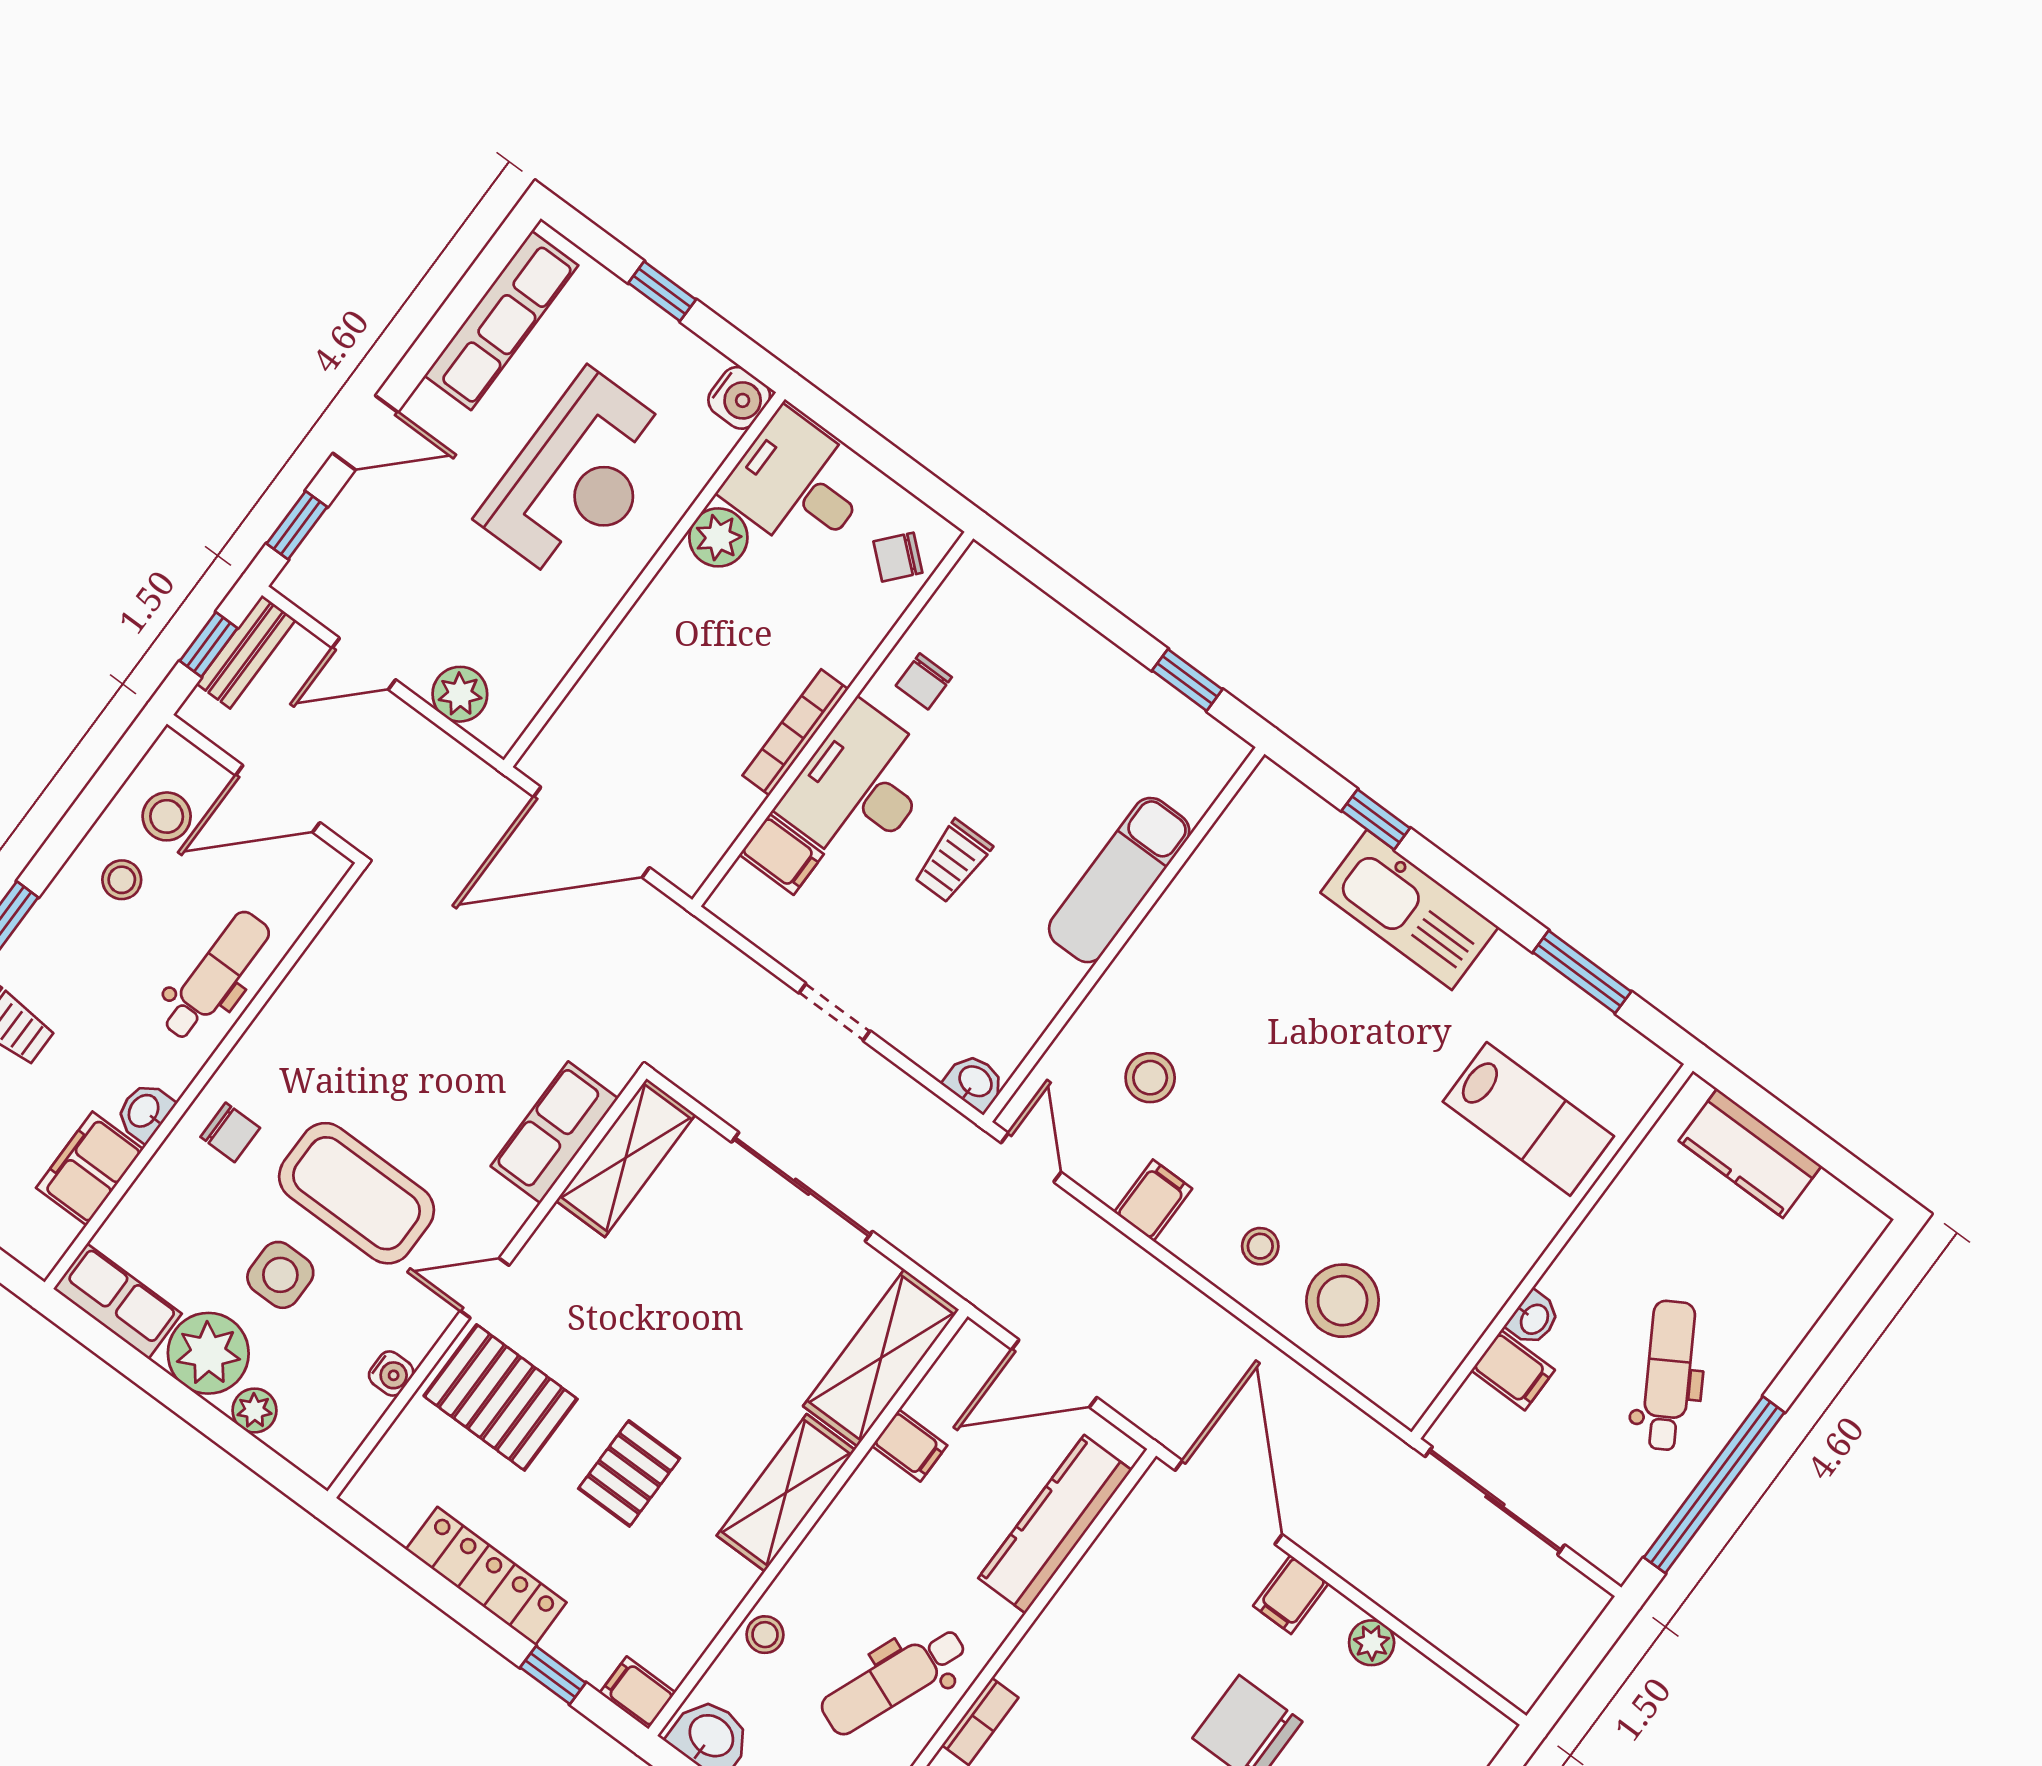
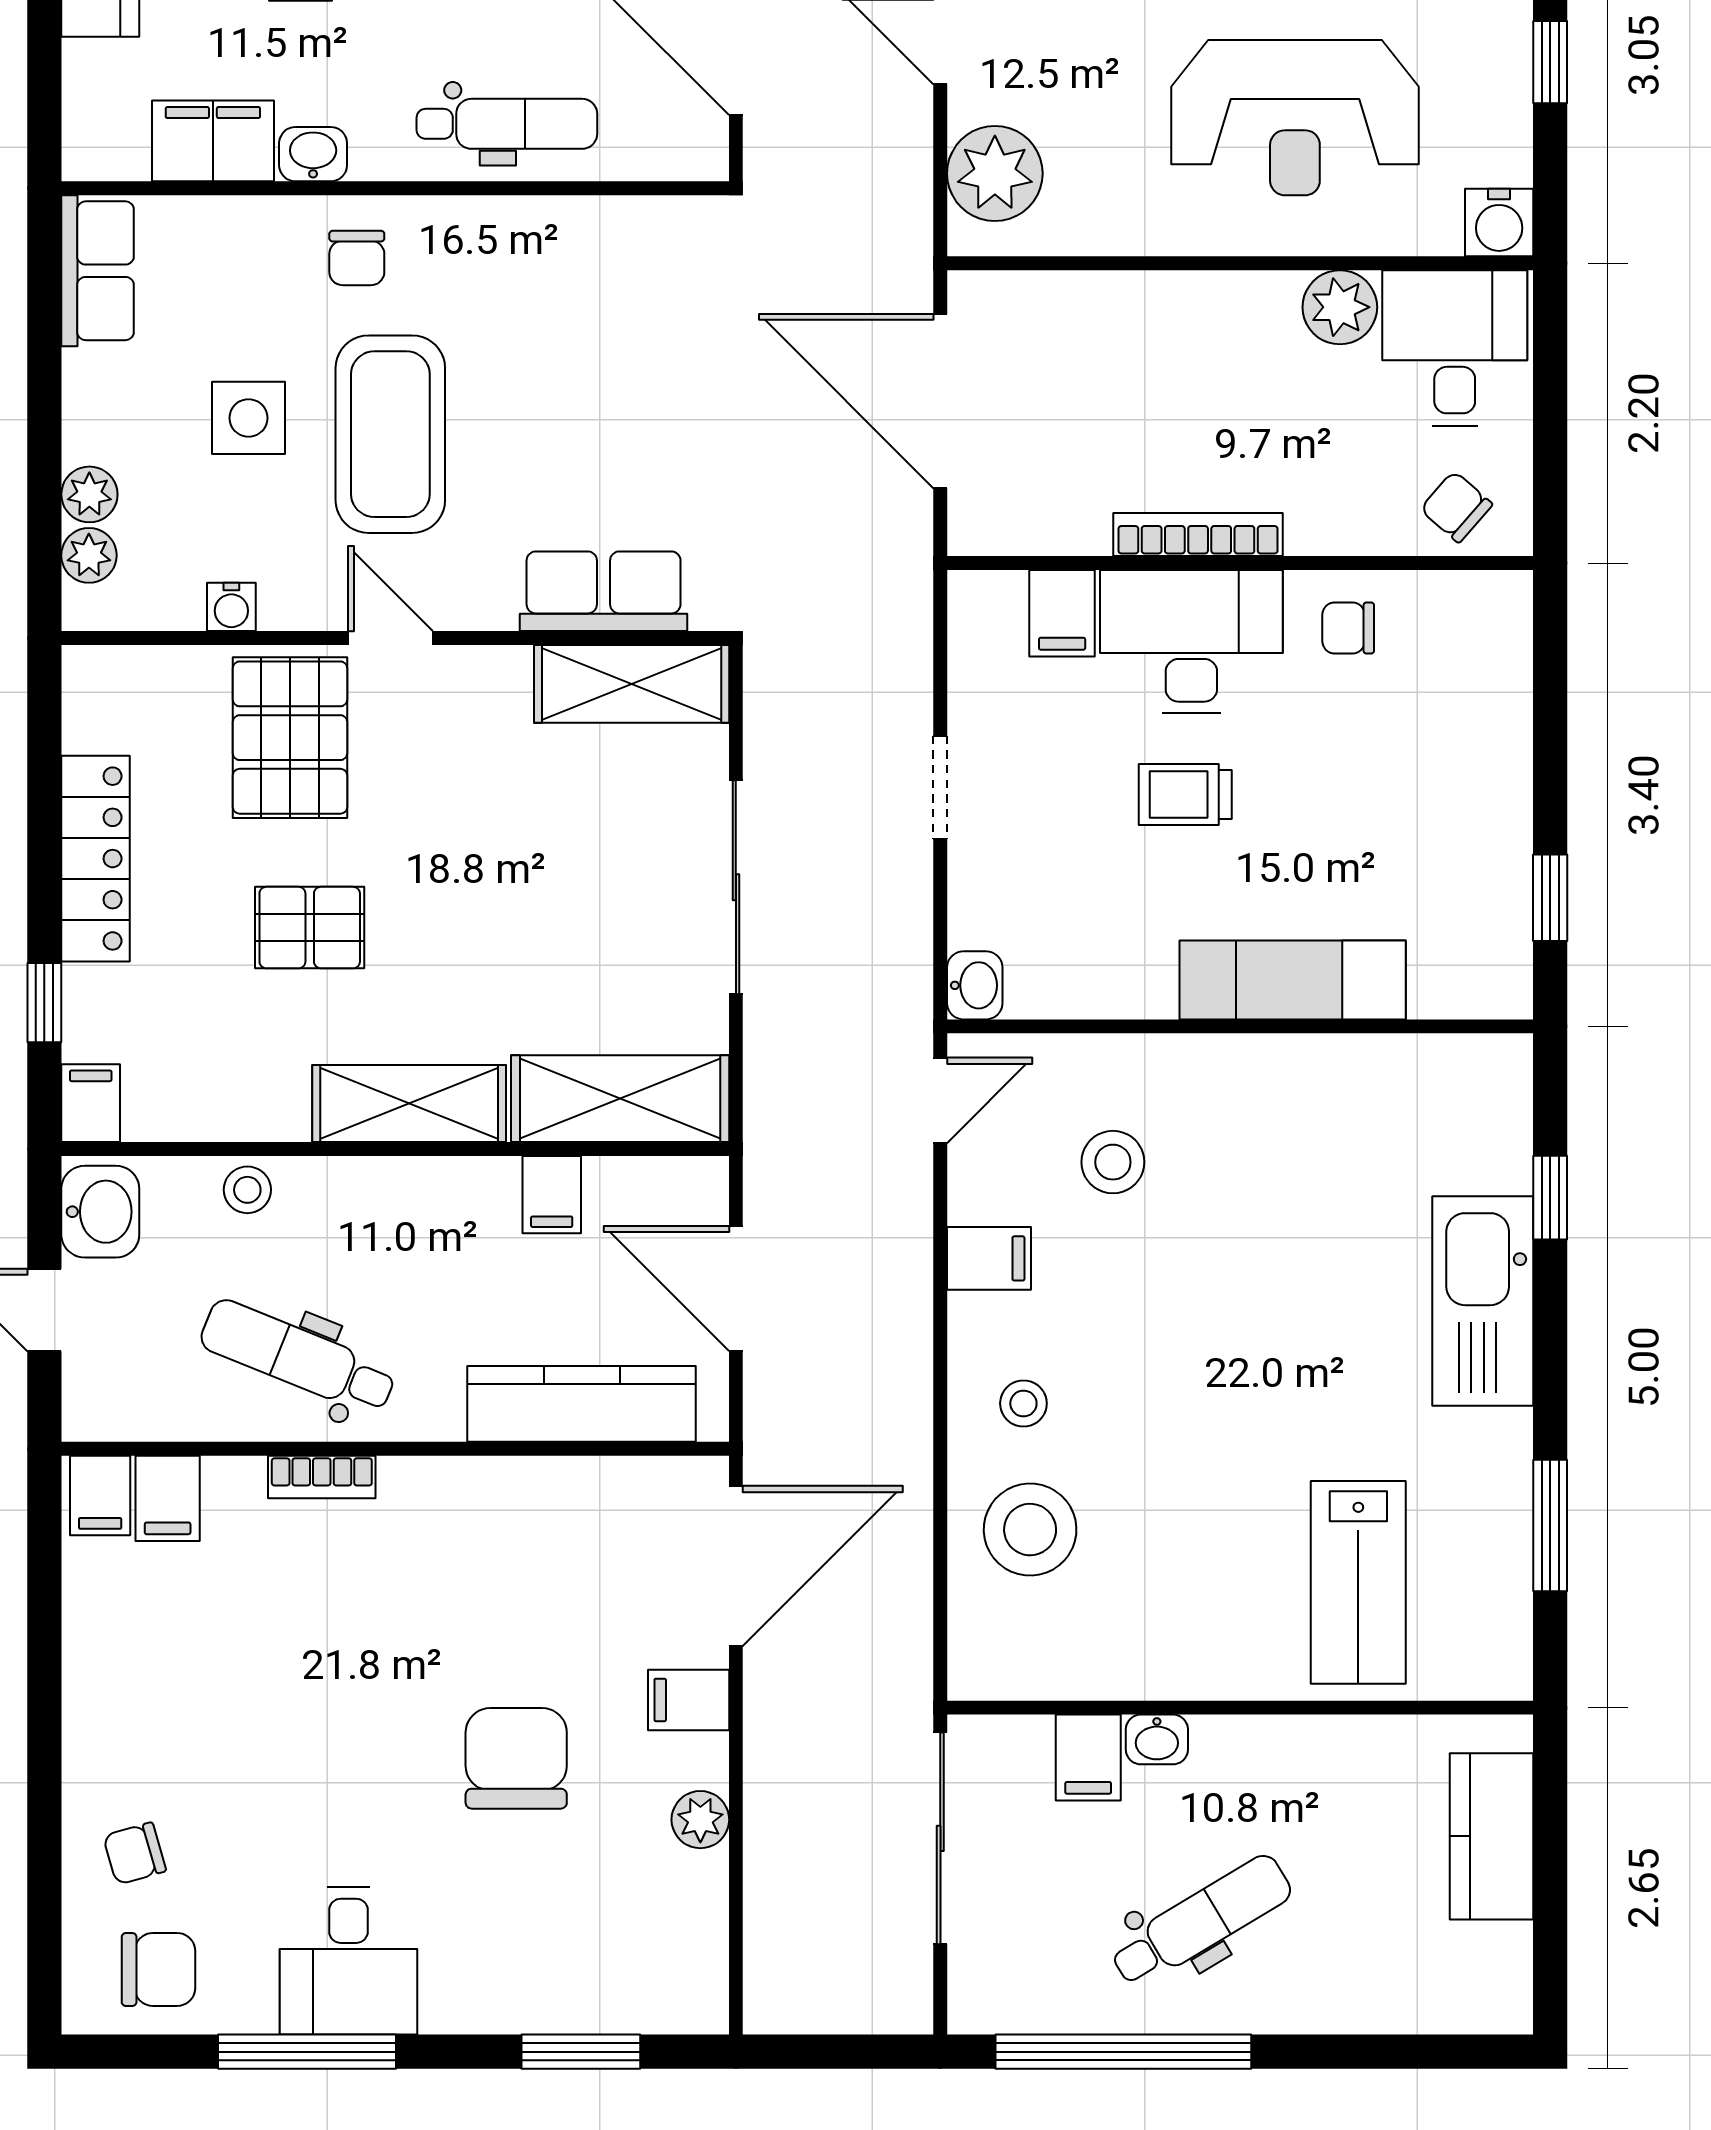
plant: (460, 694) -> (995, 173), width x1.36, depth x1.36
plant: (208, 1353) -> (89, 555), moved, width x0.53, depth x0.53

